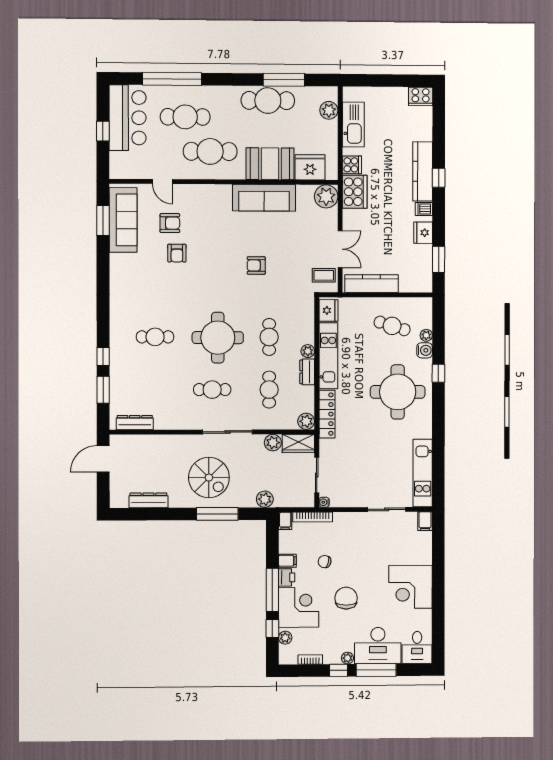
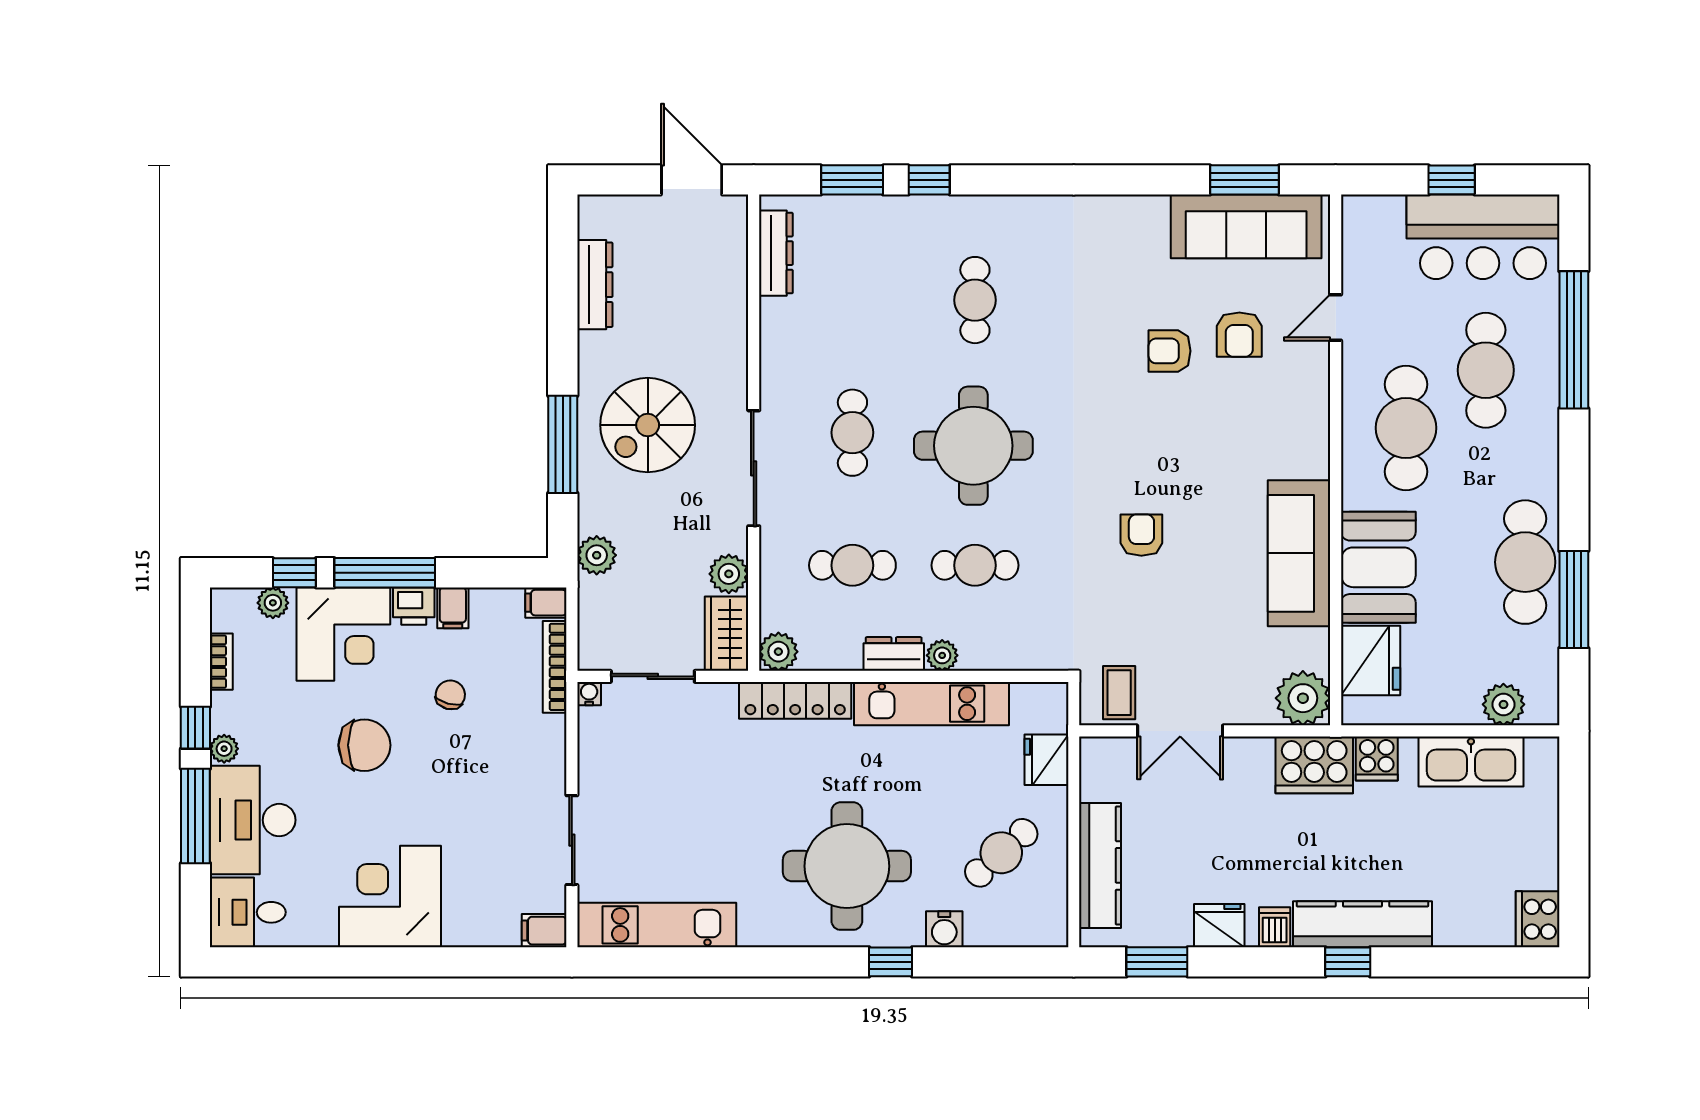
kitchen counter: (372, 284) -> (1100, 865), moved
fridge: (328, 310) -> (1046, 760), moved, turned 90
cafe table: (392, 326) -> (1001, 853), turned 31
plant: (426, 335) -> (979, 933), removed

